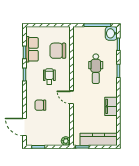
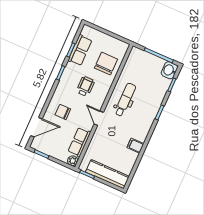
chair: (58, 51) -> (106, 64), turned 90
dental chair: (96, 69) -> (125, 100), moved, turned 180
filing cabinet: (111, 106) -> (135, 146), width x0.50
row of seats: (64, 124) -> (79, 142), added
door: (25, 127) -> (36, 127), swing flipped

